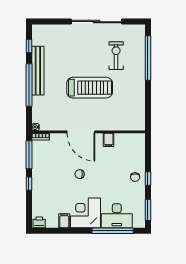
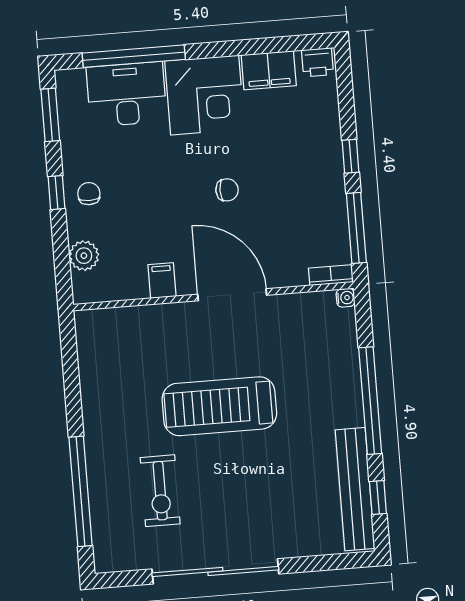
bench: (38, 71) -> (355, 489), moved
plant: (139, 152) -> (84, 256), added
filing cabinet: (64, 221) -> (269, 70), width x2.00

